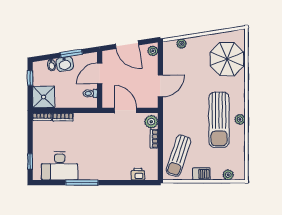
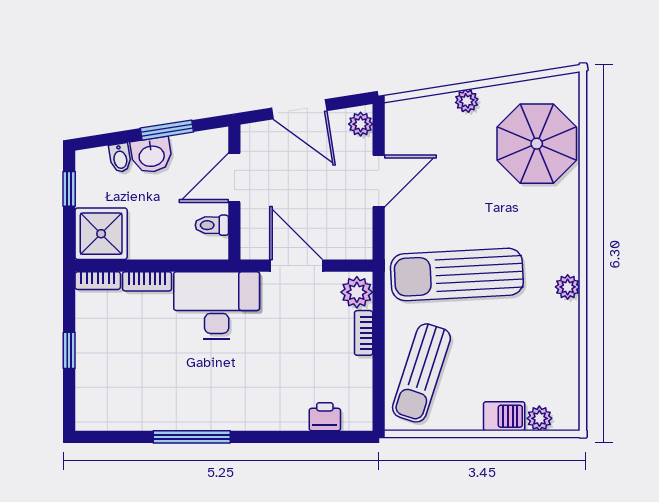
plant: (181, 44) -> (467, 101), moved
door: (160, 86) -> (379, 181), moved
sun lounger: (219, 120) -> (457, 274), moved, turned 87
window: (30, 161) -> (69, 350), moved
desk: (60, 166) -> (217, 305), moved, turned 180
barbecue: (201, 174) -> (504, 416), moved

